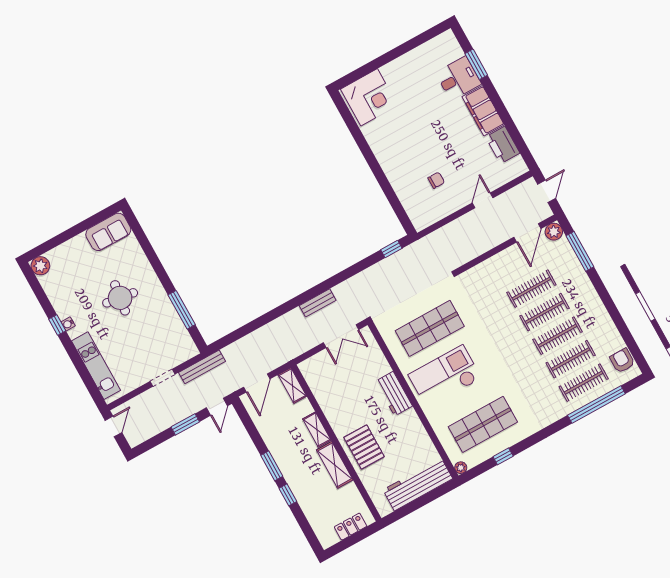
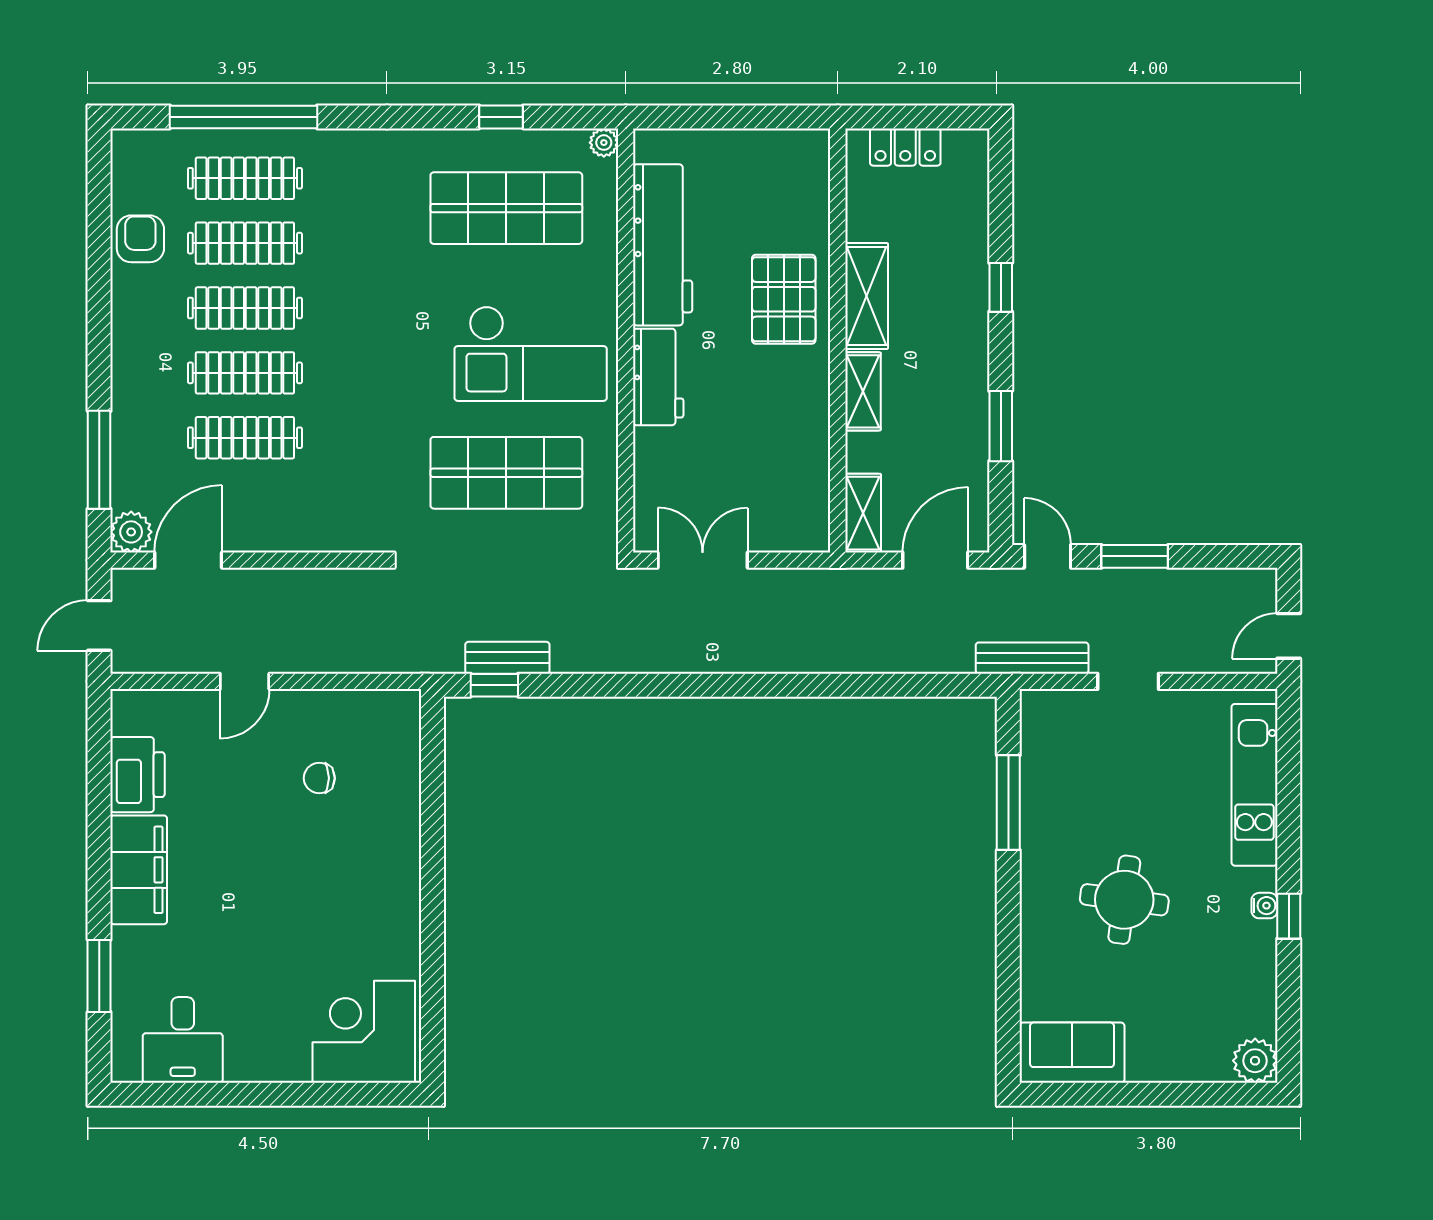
desk: (458, 78) -> (183, 1040), moved, turned -90
bench: (318, 303) -> (507, 658), moved
armchair: (622, 361) -> (140, 239), moved, turned 180
door: (217, 407) -> (1048, 556), hinge flipped
window: (272, 466) -> (1001, 426), moved
workbench: (418, 484) -> (663, 245), moved, turned -90

